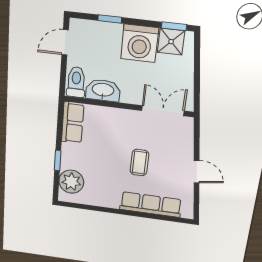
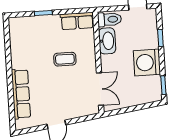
shower: (171, 42) -> (152, 85), removed
coffee table: (139, 163) -> (65, 59), moved
plant: (71, 182) -> (27, 26), removed

